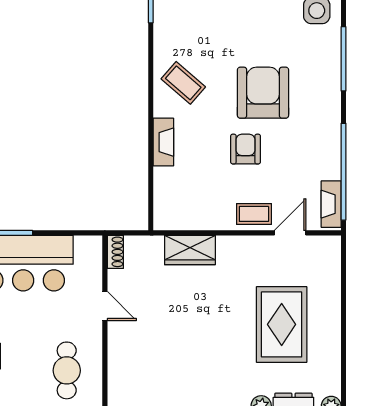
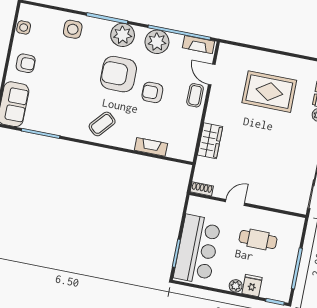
plant: (323, 87) -> (123, 35), added
plant: (323, 141) -> (157, 42), added
fireplace: (163, 142) -> (151, 147), moved
cafe table: (67, 370) -> (258, 239), moved

